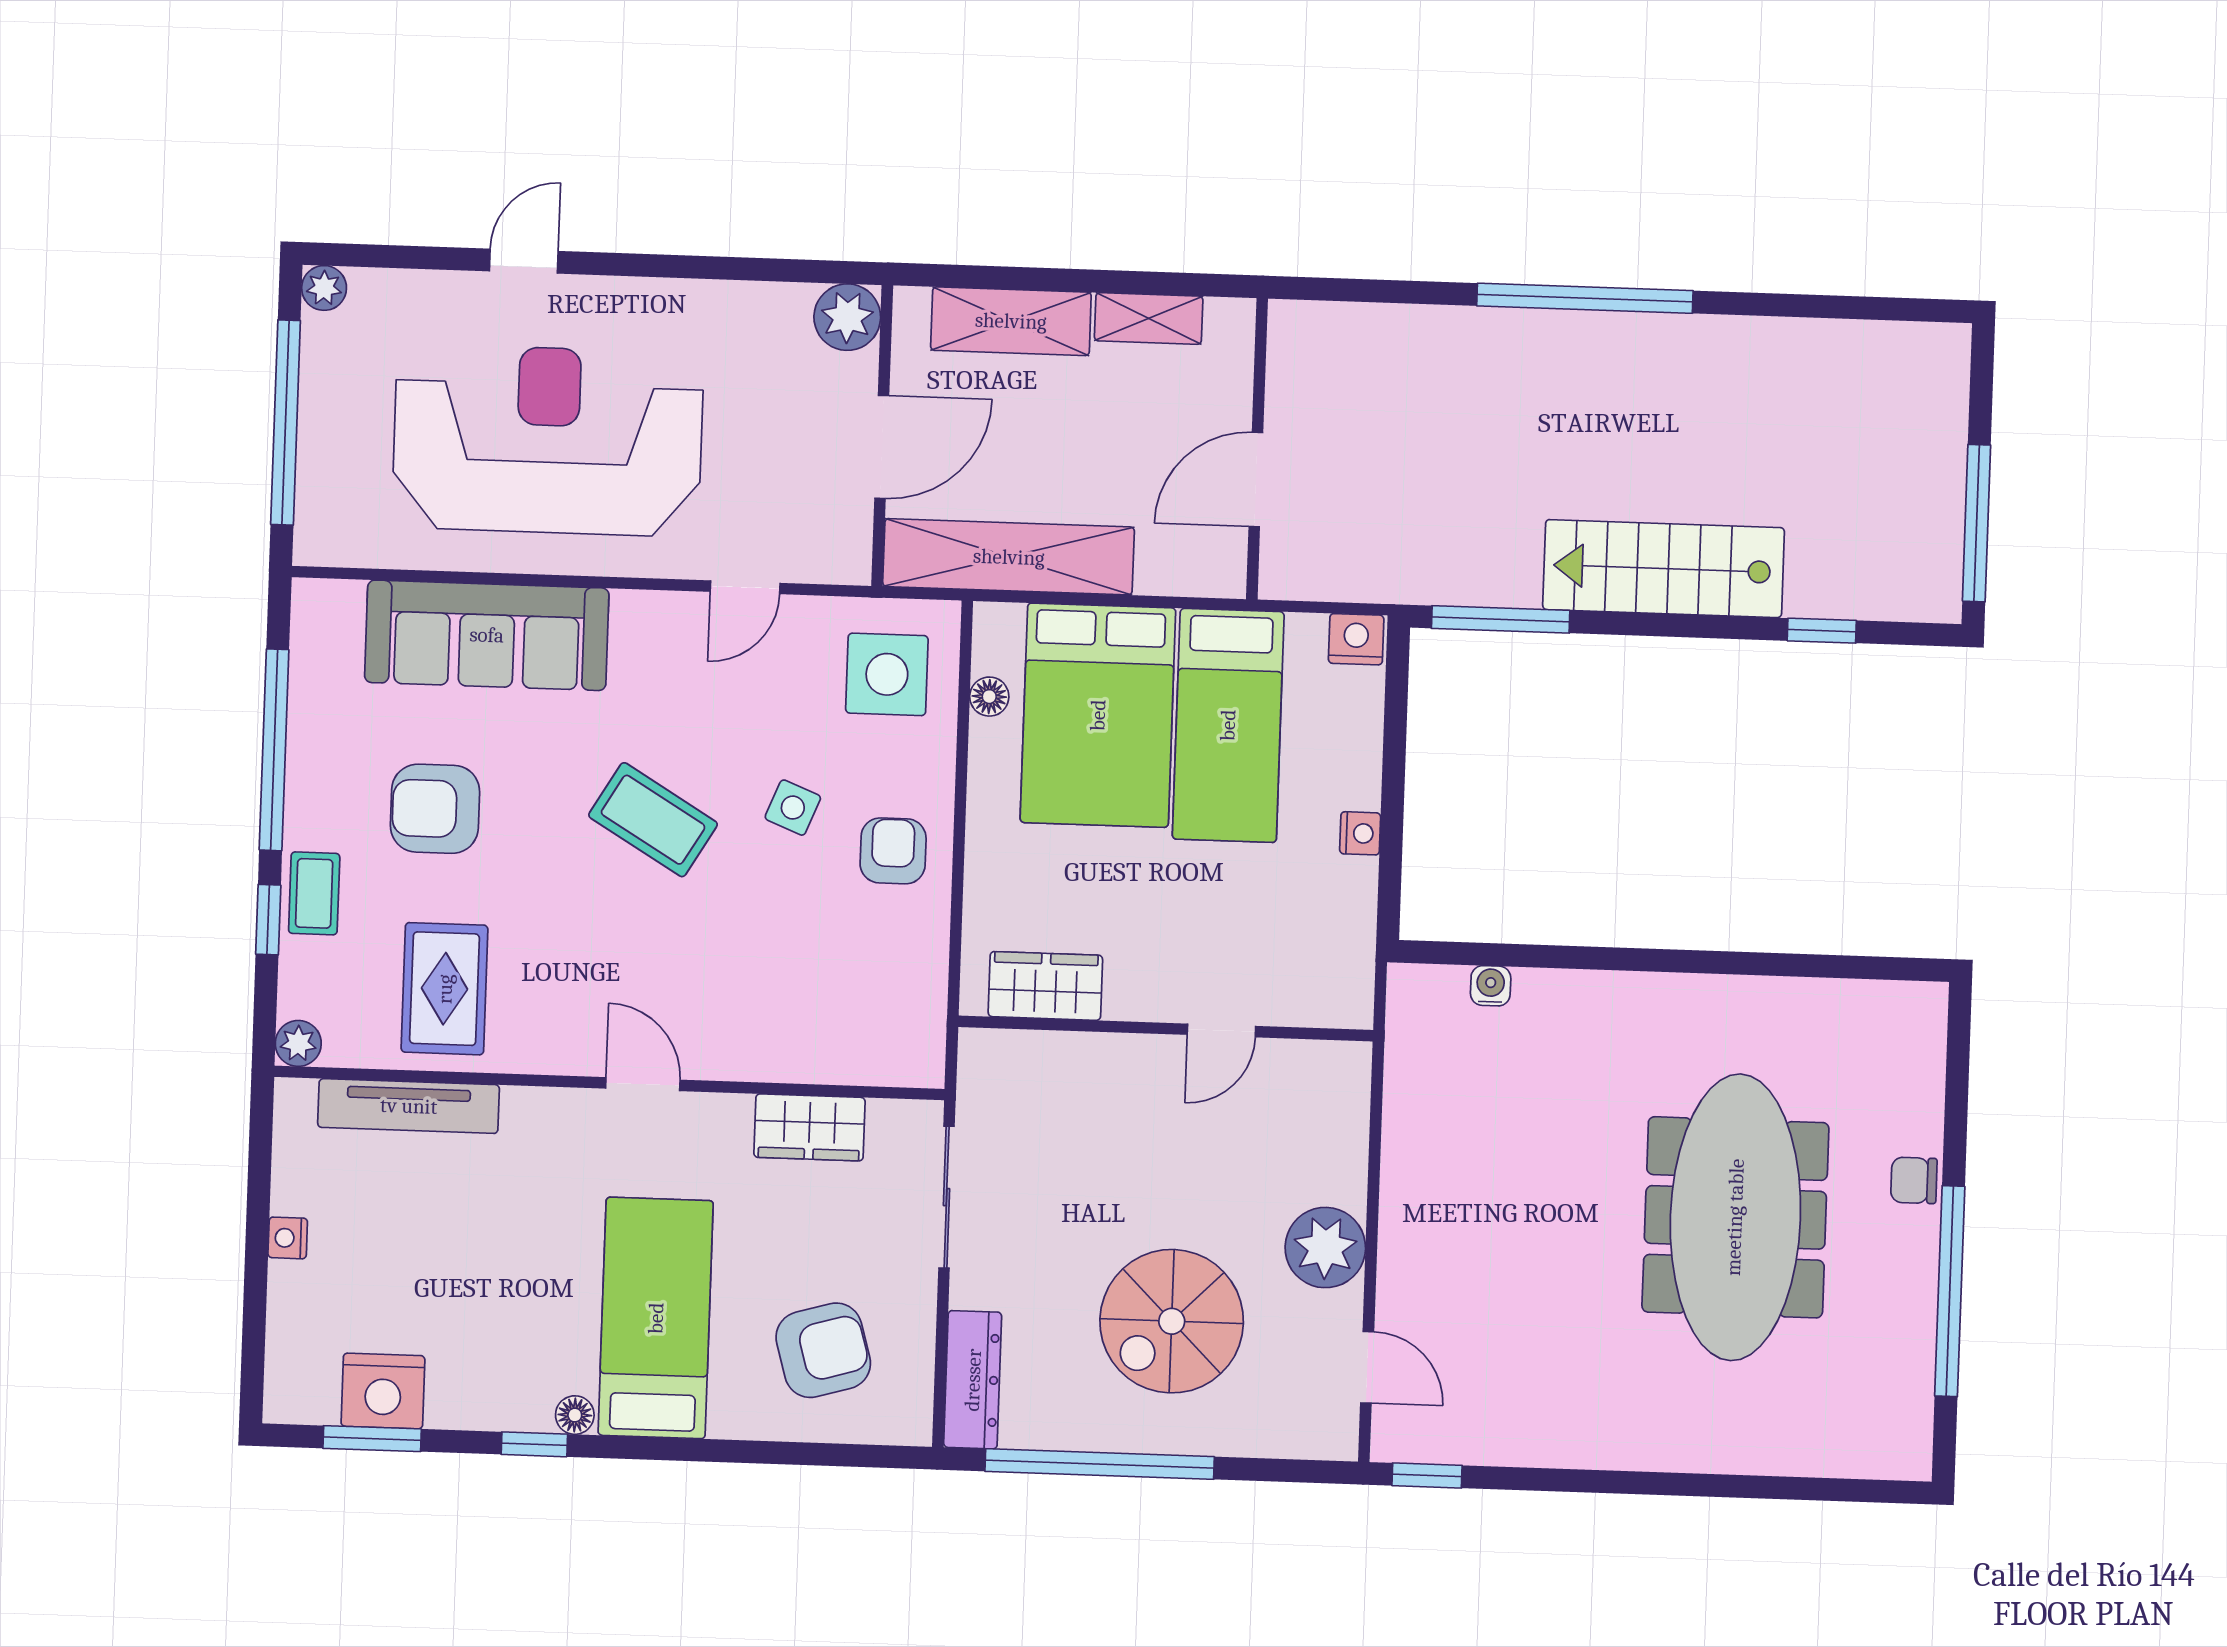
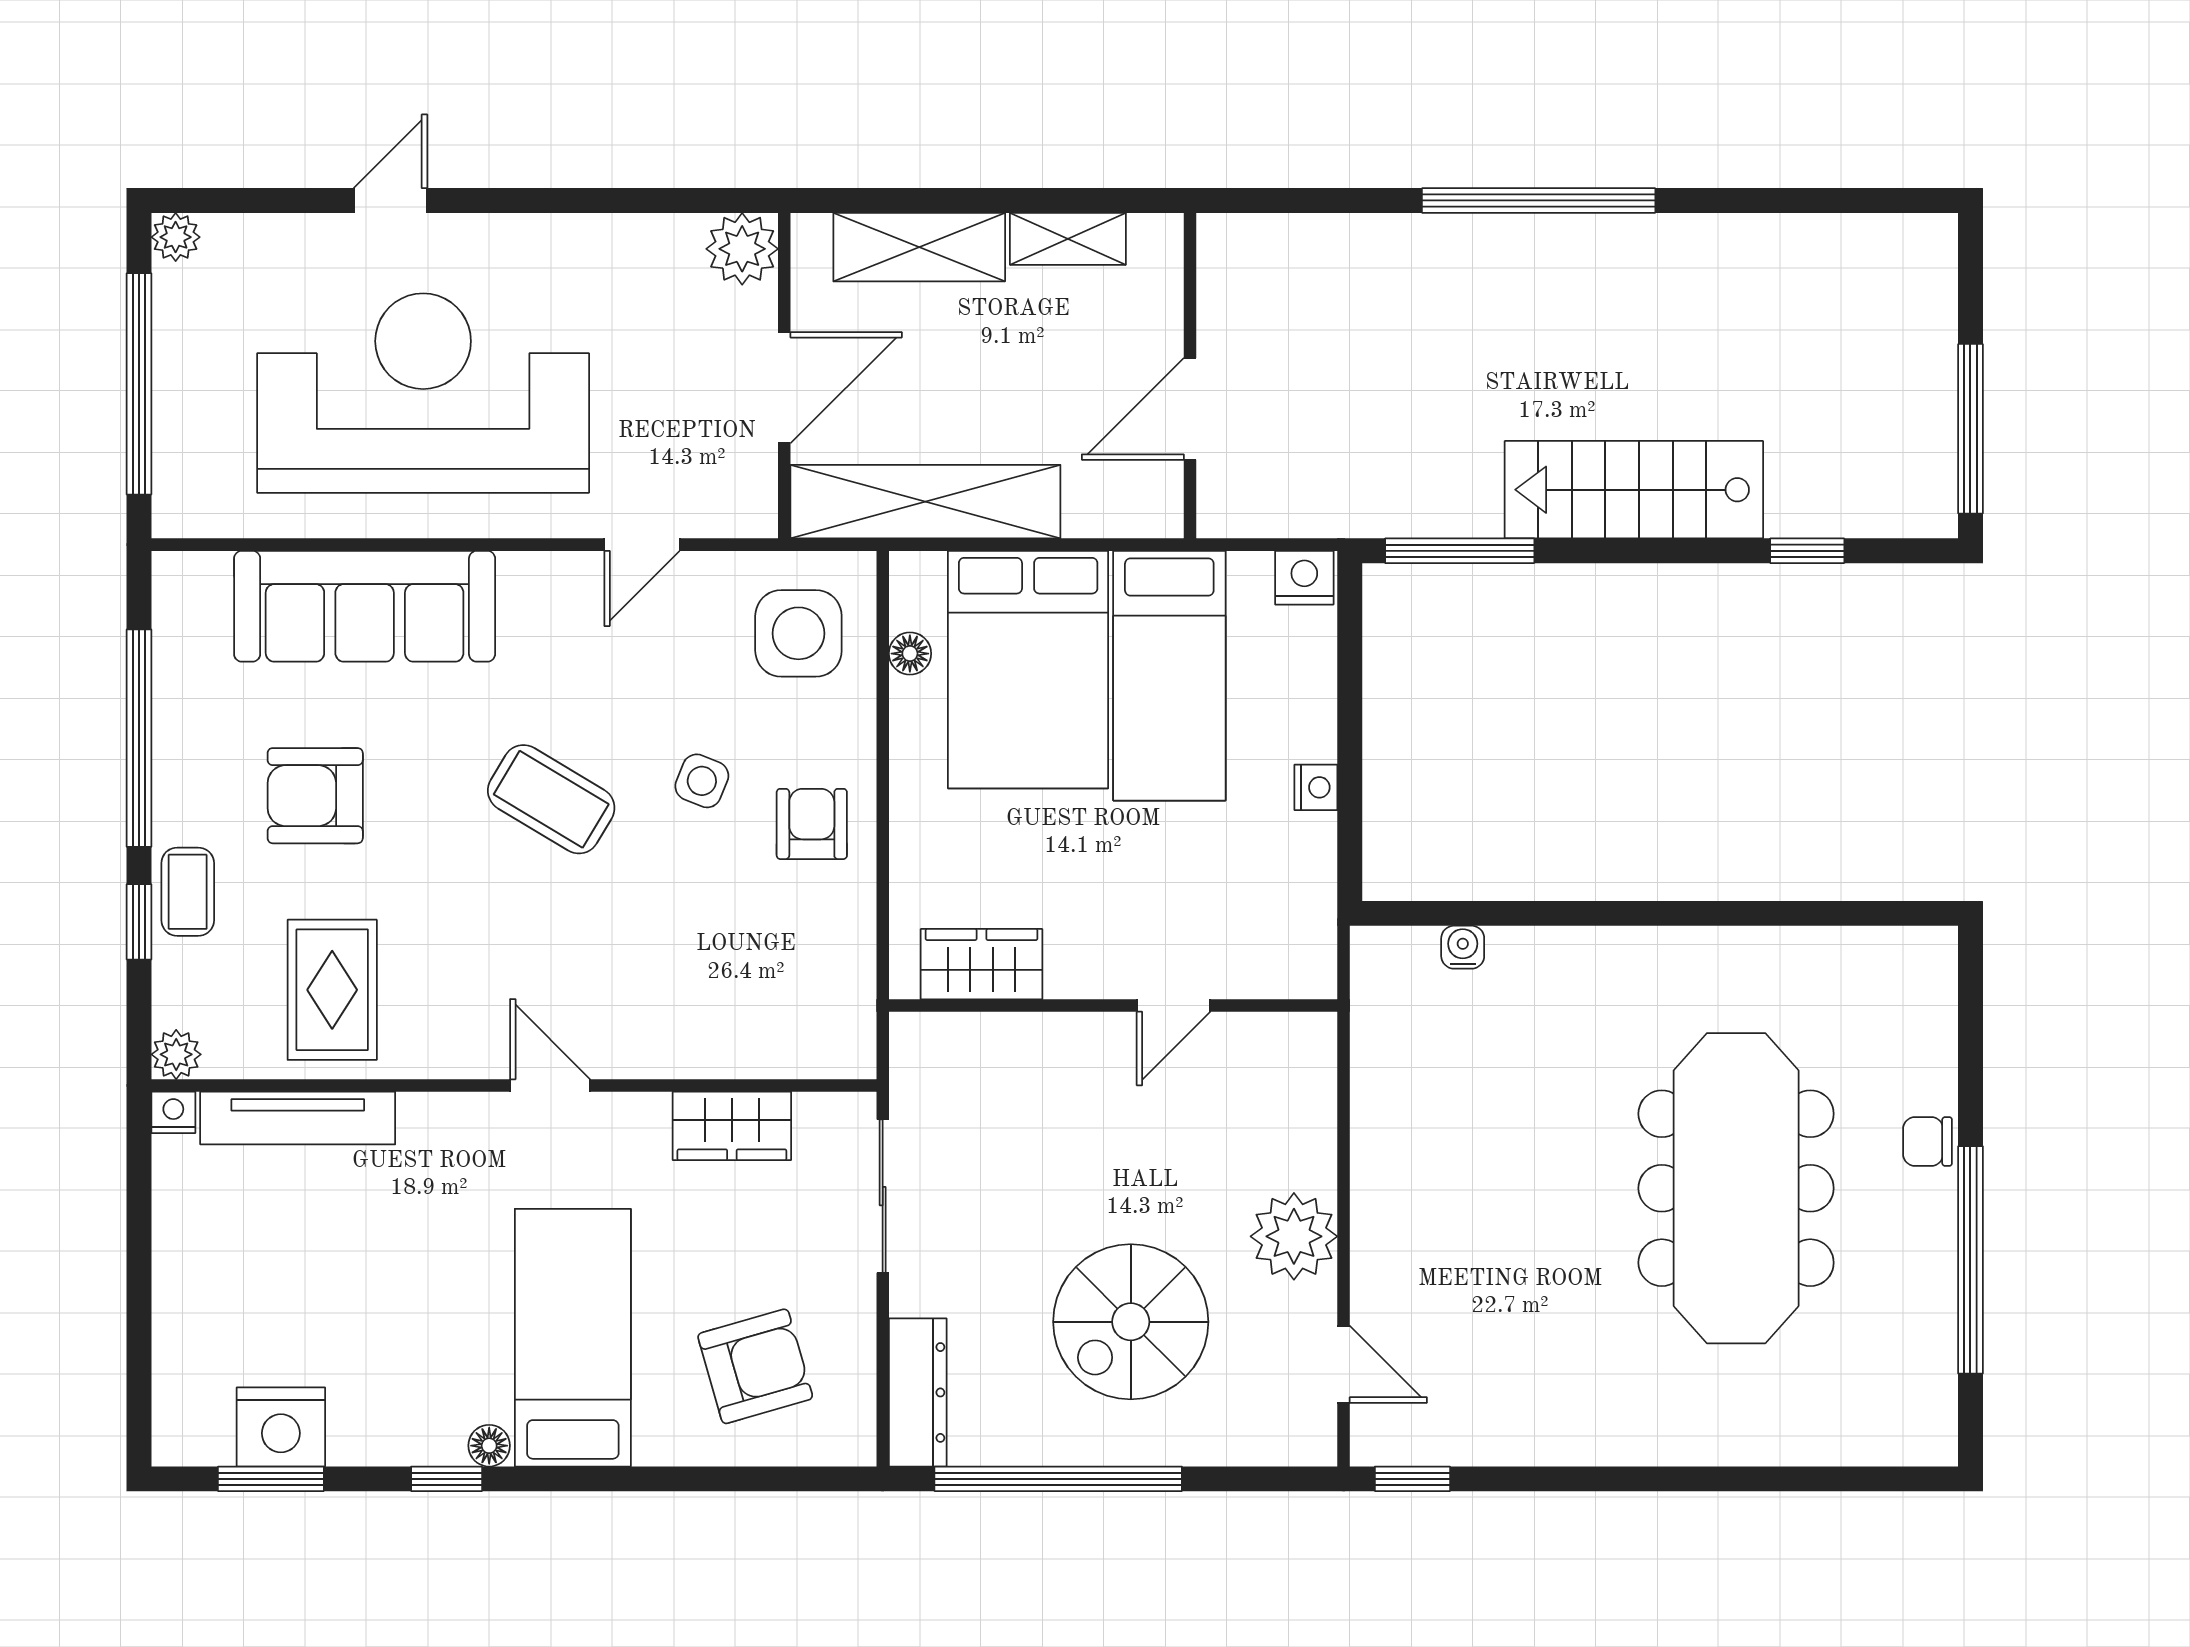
nightstand: (288, 1238) -> (173, 1112), moved, turned 90

